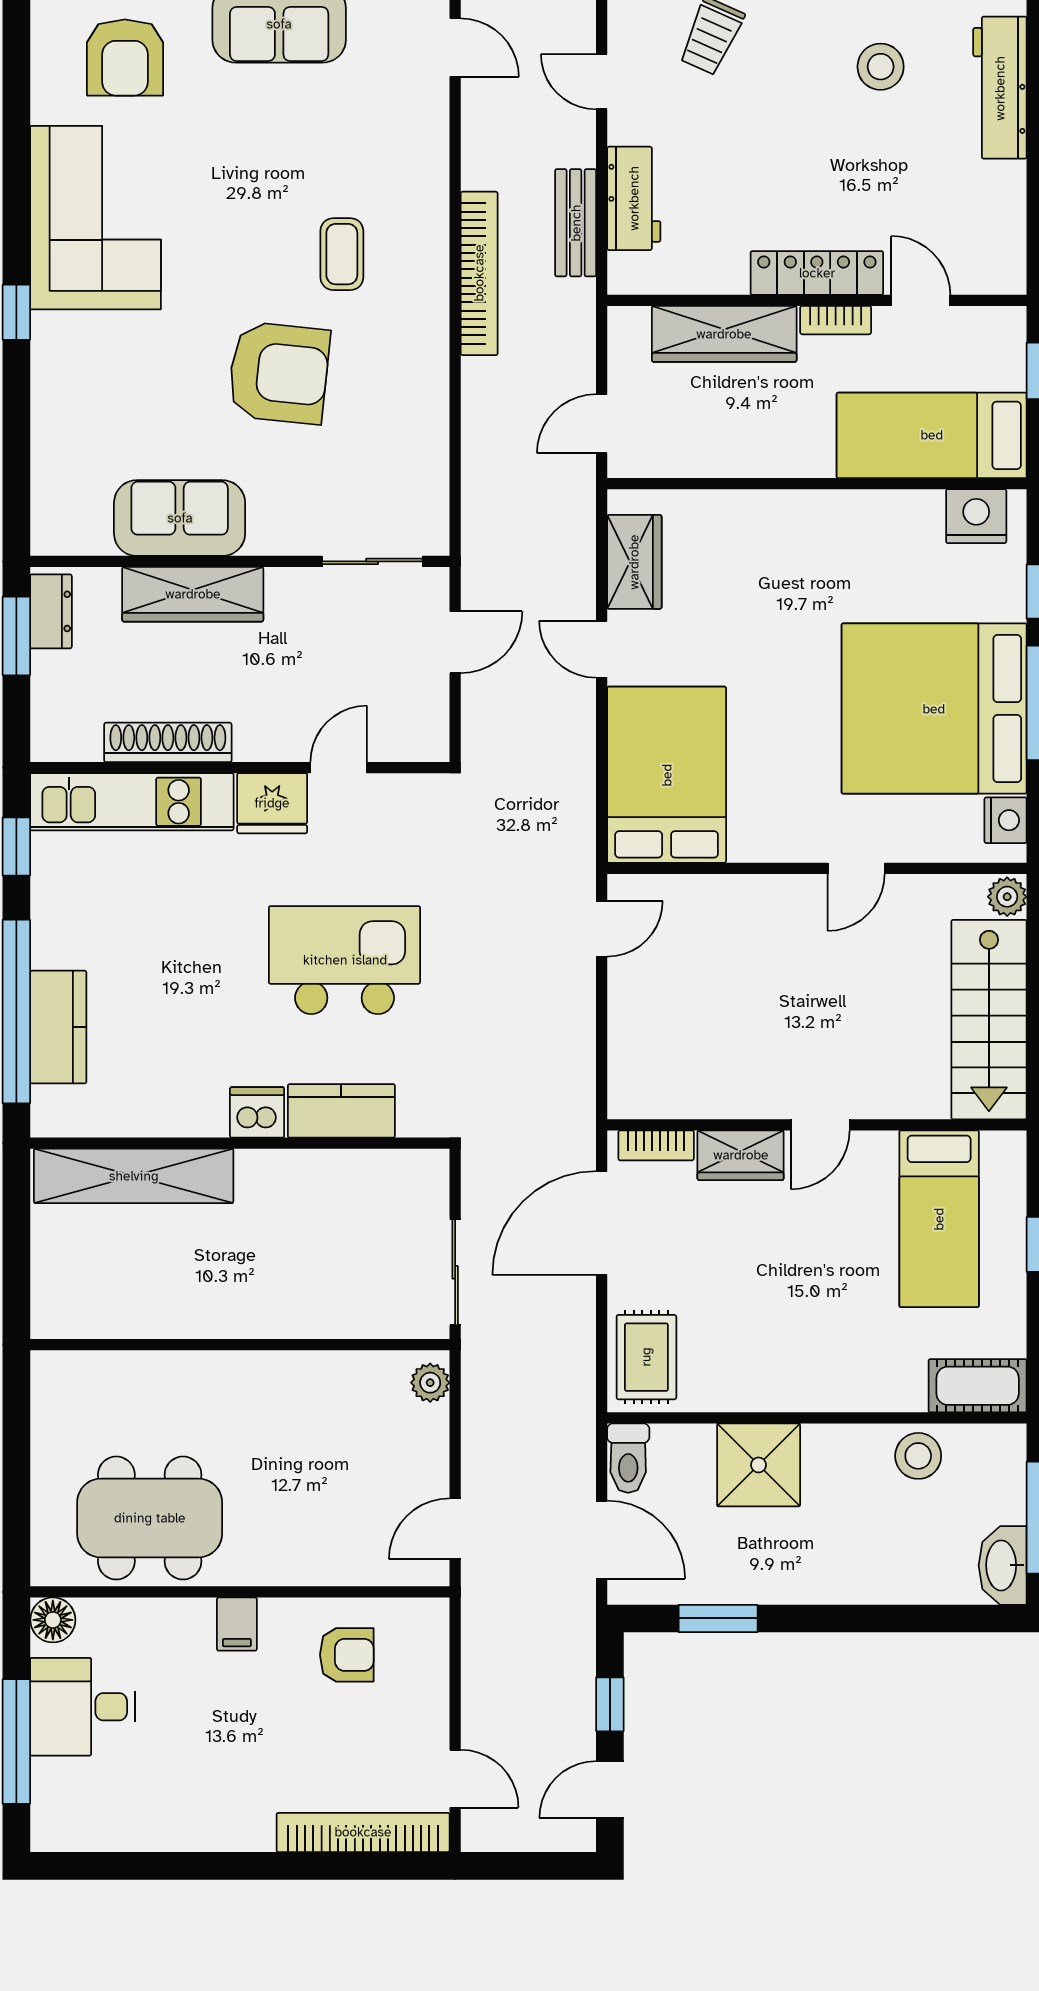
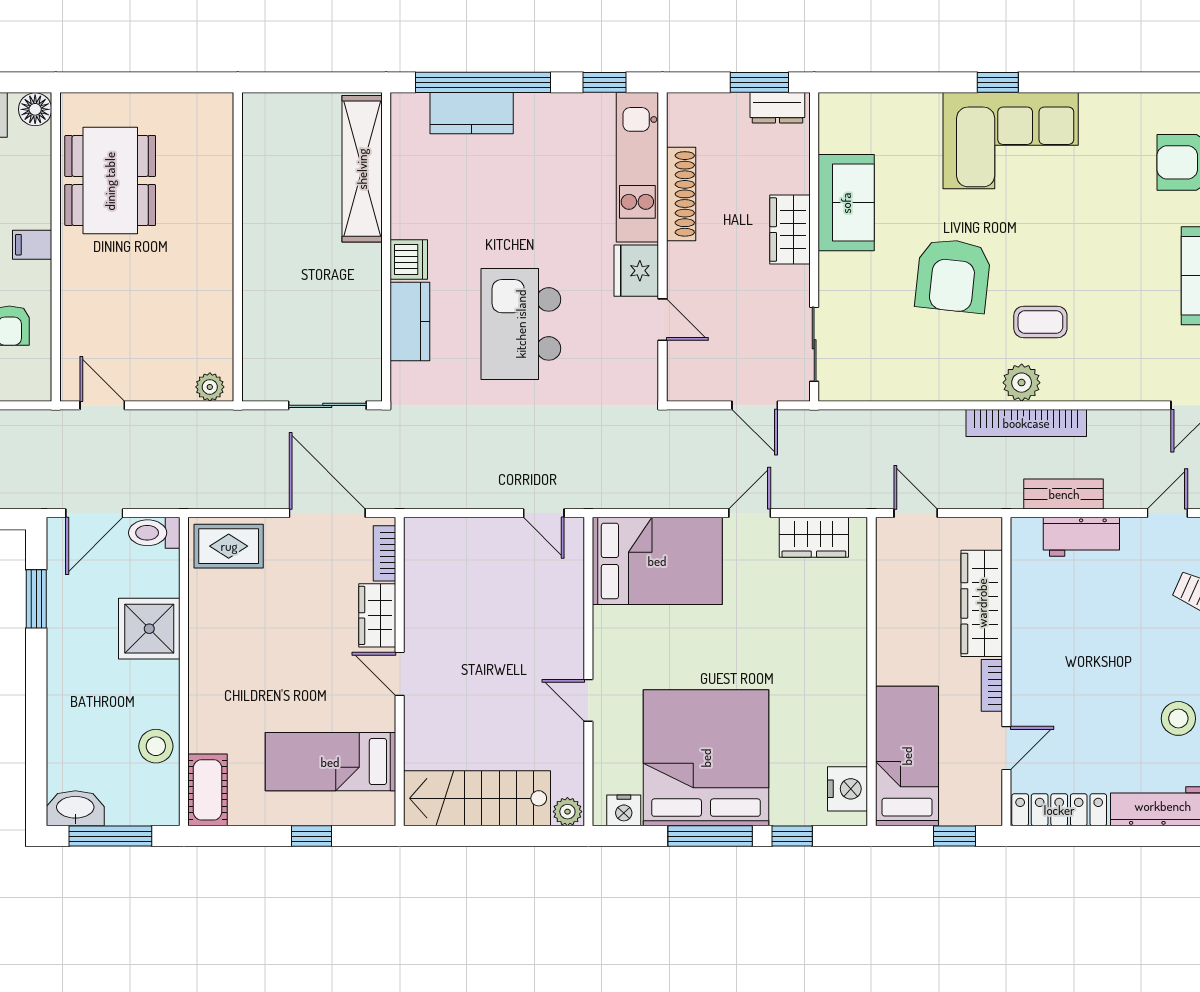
corner sofa: (96, 218) -> (1011, 141), moved
locker: (817, 273) -> (1059, 810), moved, turned -90
plant: (424, 280) -> (1022, 383), added
wardrobe: (193, 594) -> (790, 230), width x0.67
kitchen island: (345, 960) -> (521, 324), turned 180
sliding door: (455, 1272) -> (327, 405), moved

